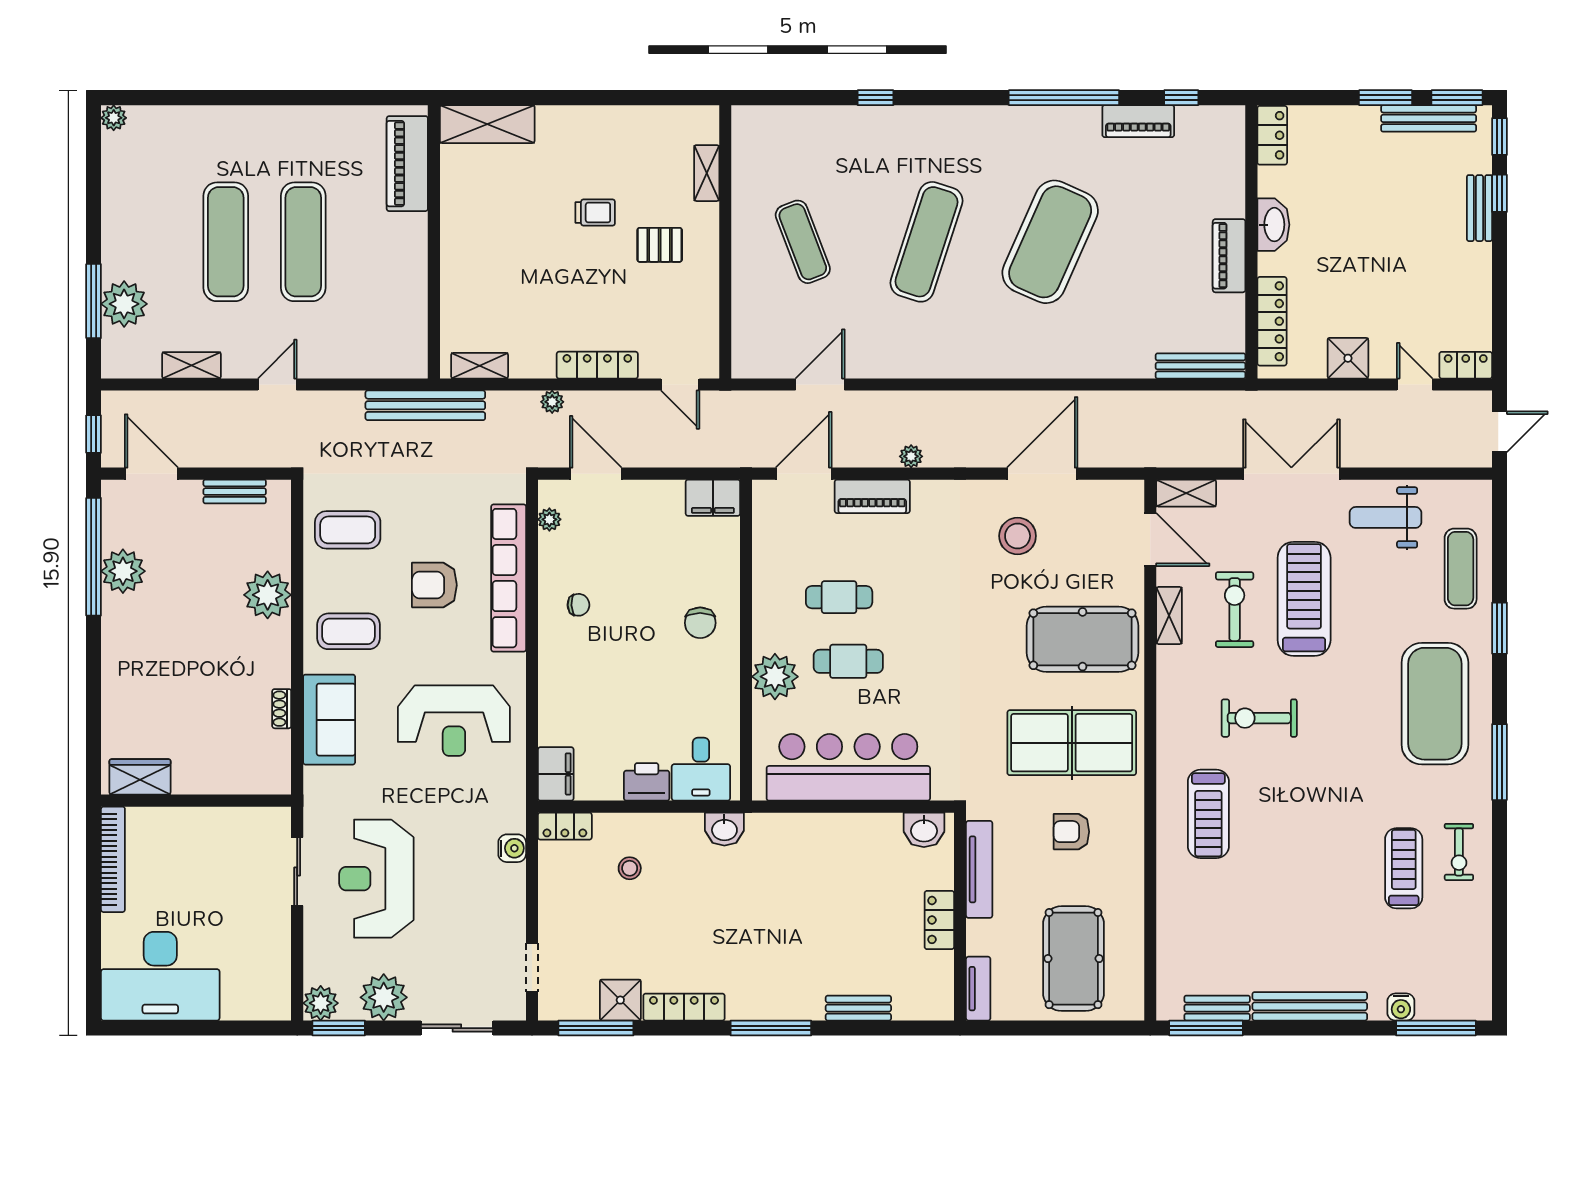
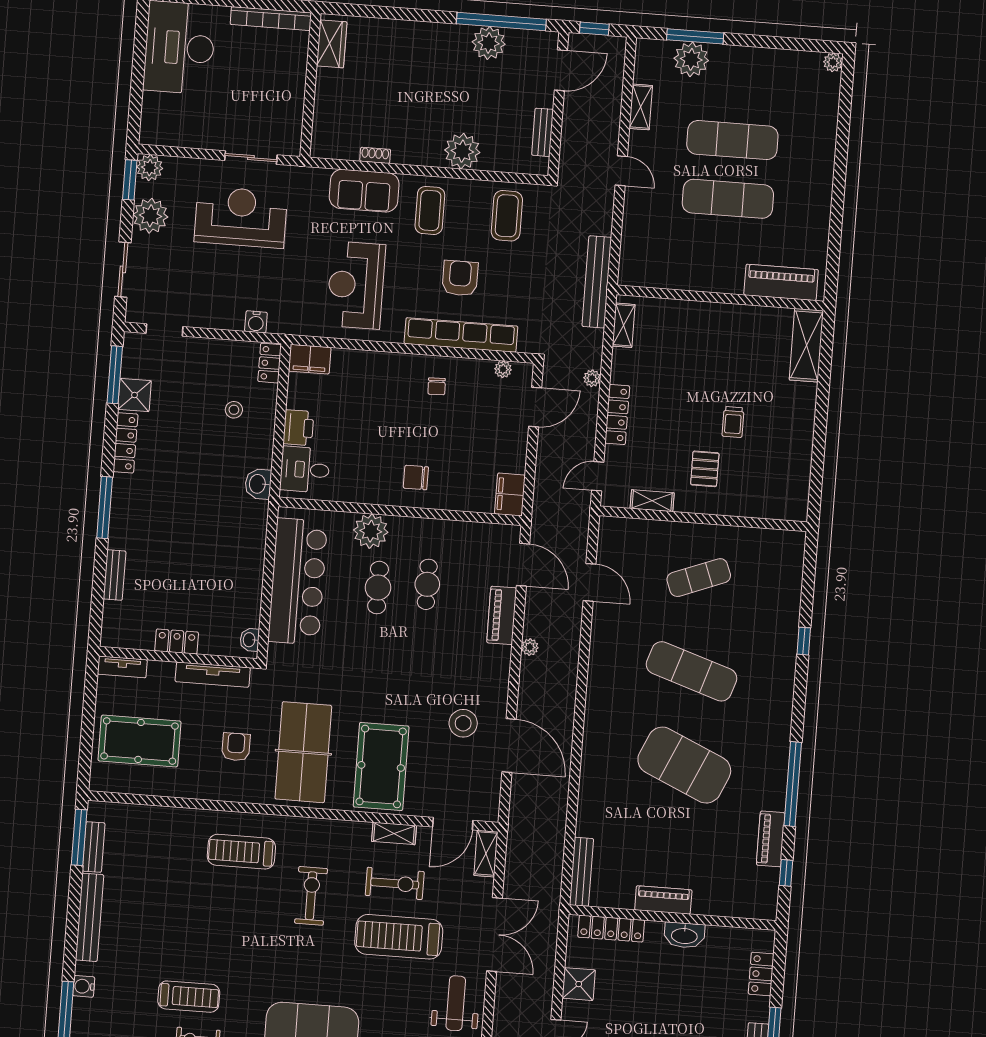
locker: (1272, 135) -> (761, 974), moved, turned 90
shelving: (707, 173) -> (652, 501), moved
treadmill: (1304, 599) -> (399, 937), turned 180
washbasin: (924, 830) -> (250, 640), width x0.72, depth x0.69

